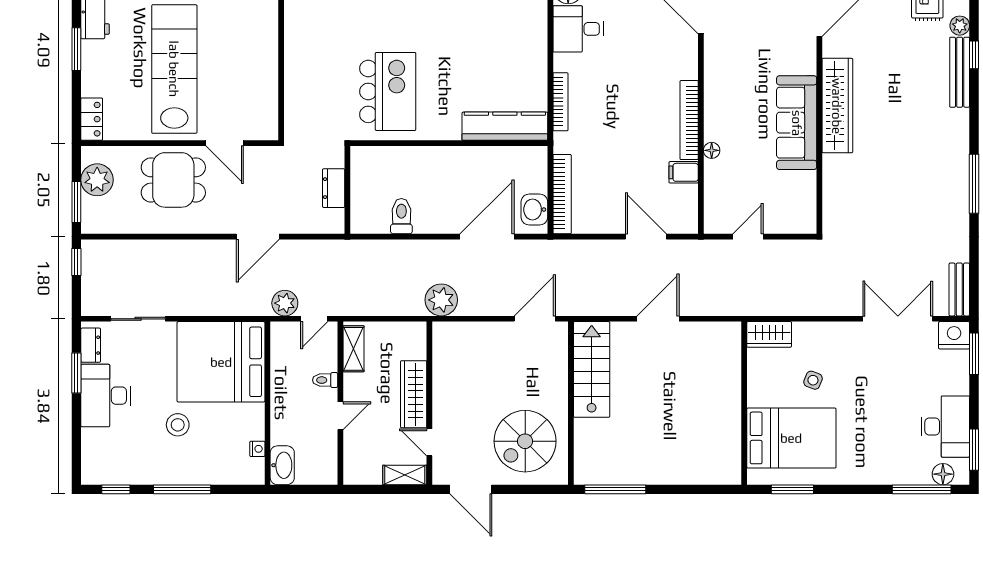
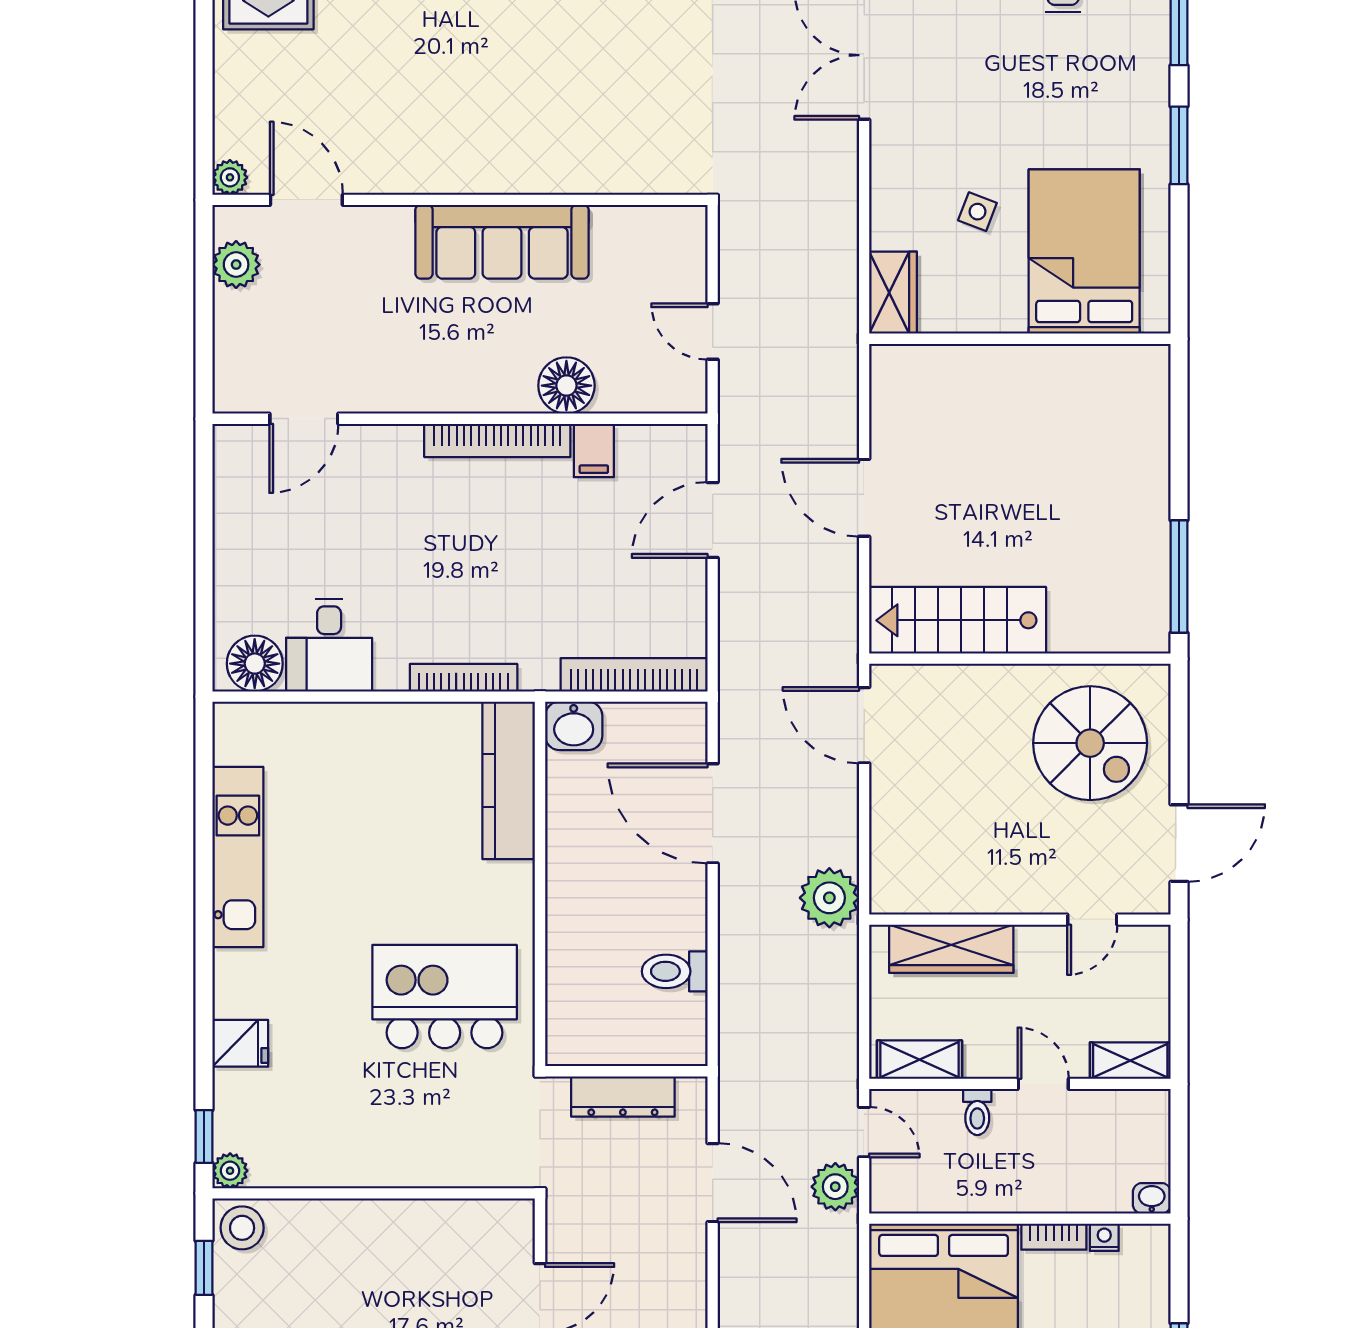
wardrobe: (837, 106) -> (470, 167), removed
floor lamp: (712, 150) -> (566, 386), width x1.89, depth x1.89
dresser: (334, 188) -> (623, 1097), width x1.44
washbasin: (534, 210) -> (574, 726), moved
door: (258, 237) -> (713, 1183), moved
wardrobe: (414, 394) -> (951, 949), moved
bookcase: (258, 422) -> (1054, 1237), added
washbasin: (282, 465) -> (1152, 1198), width x0.52, depth x0.69
shelving: (405, 475) -> (1130, 1061), moved, turned 90
window: (792, 489) -> (1179, 145), moved

